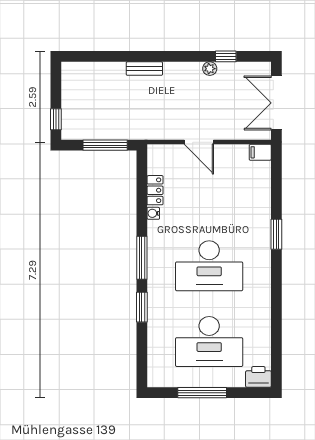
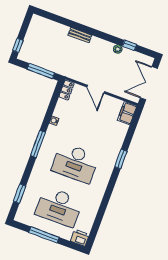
filing cabinet: (260, 152) -> (127, 113), width x2.00
locker: (155, 190) -> (67, 90), moved
window: (142, 307) -> (20, 194), moved

